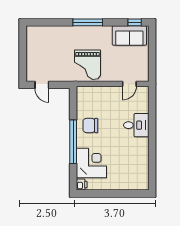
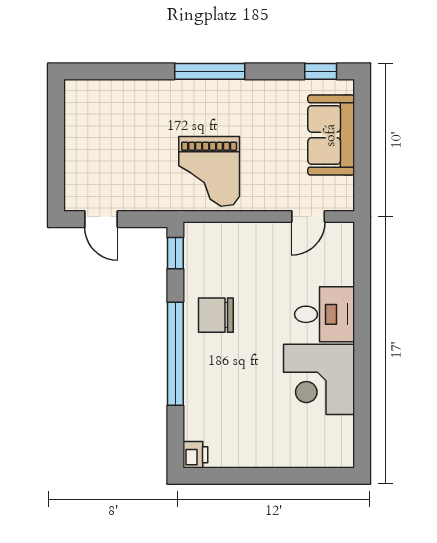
sofa: (129, 35) -> (331, 135), moved, turned 90
window: (73, 99) -> (175, 253), added
corner desk: (91, 163) -> (319, 379), moved, turned 180

